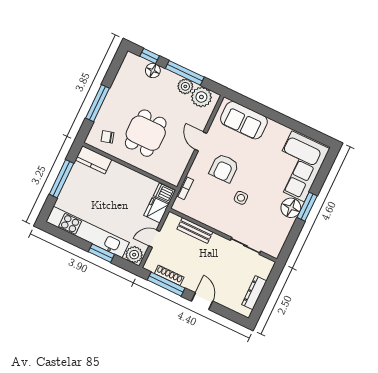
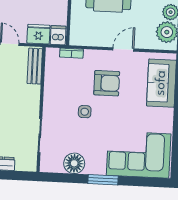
armchair: (224, 168) -> (107, 83), turned 180
floor lamp: (291, 208) -> (74, 163), moved
bench: (195, 230) -> (35, 66), moved

